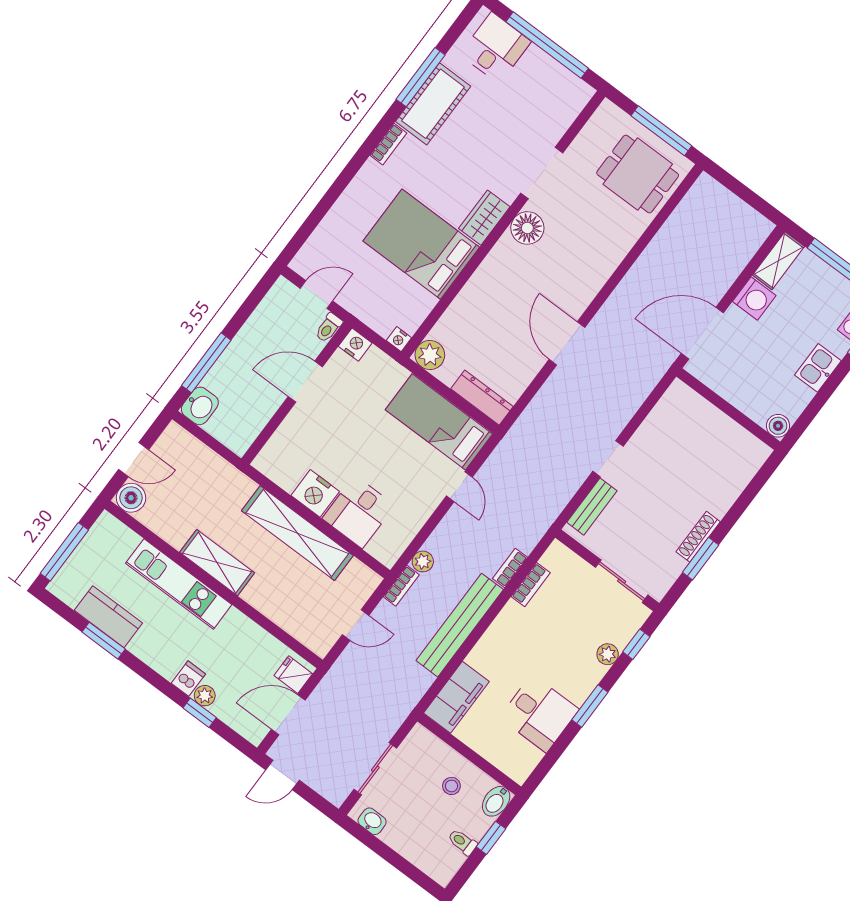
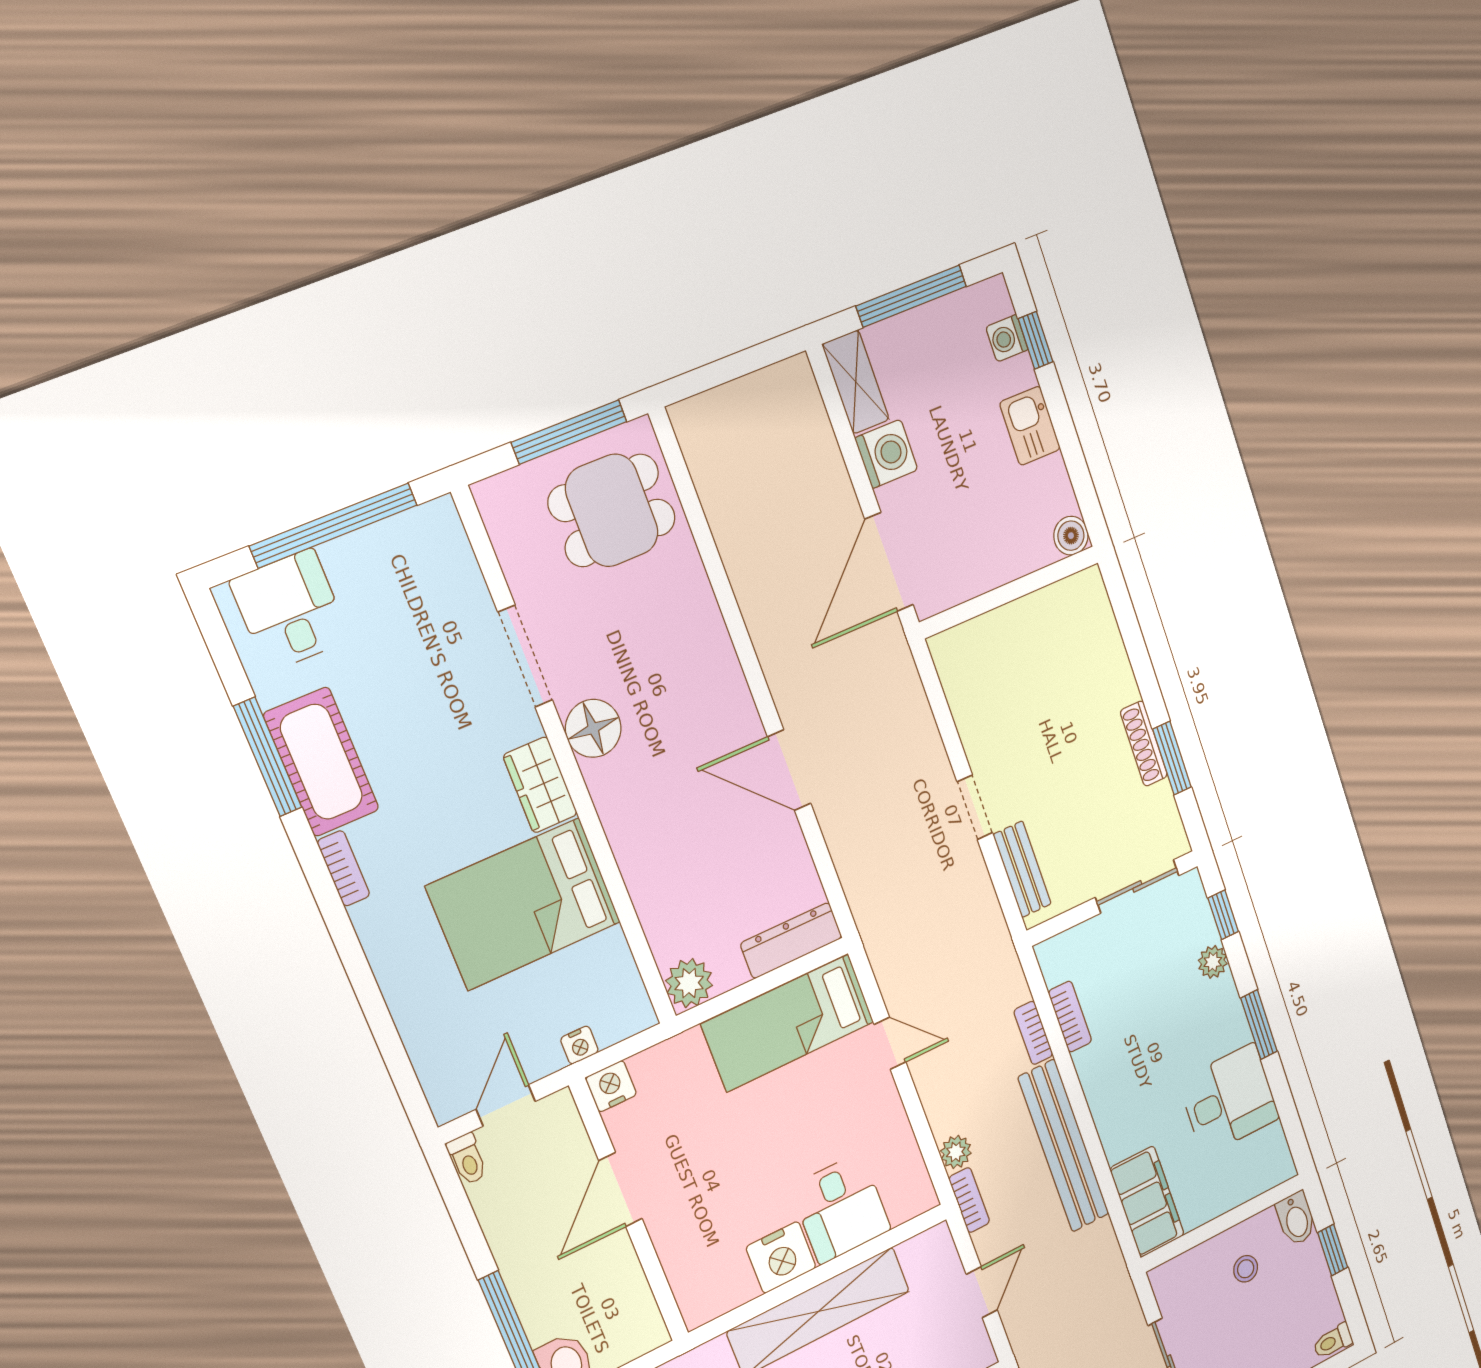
toilet: (329, 328) -> (467, 1159), moved
nightstand: (399, 339) -> (579, 1045), moved
toilet: (462, 842) -> (1333, 1341), moved

